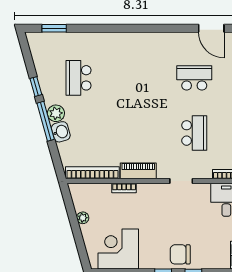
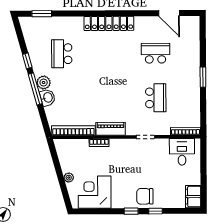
locker: (137, 41) -> (109, 23), added
plant: (83, 218) -> (69, 178), moved

